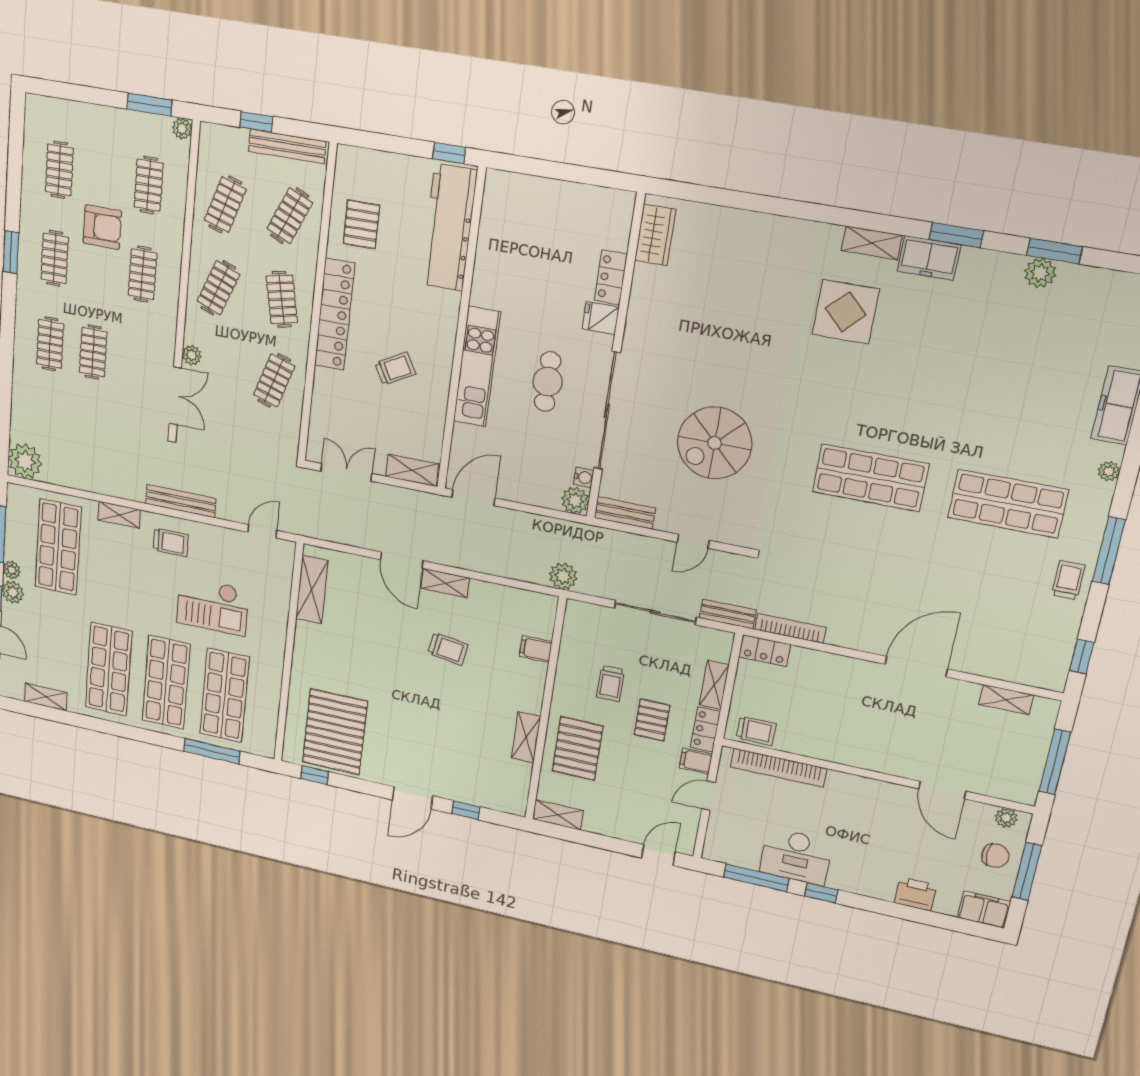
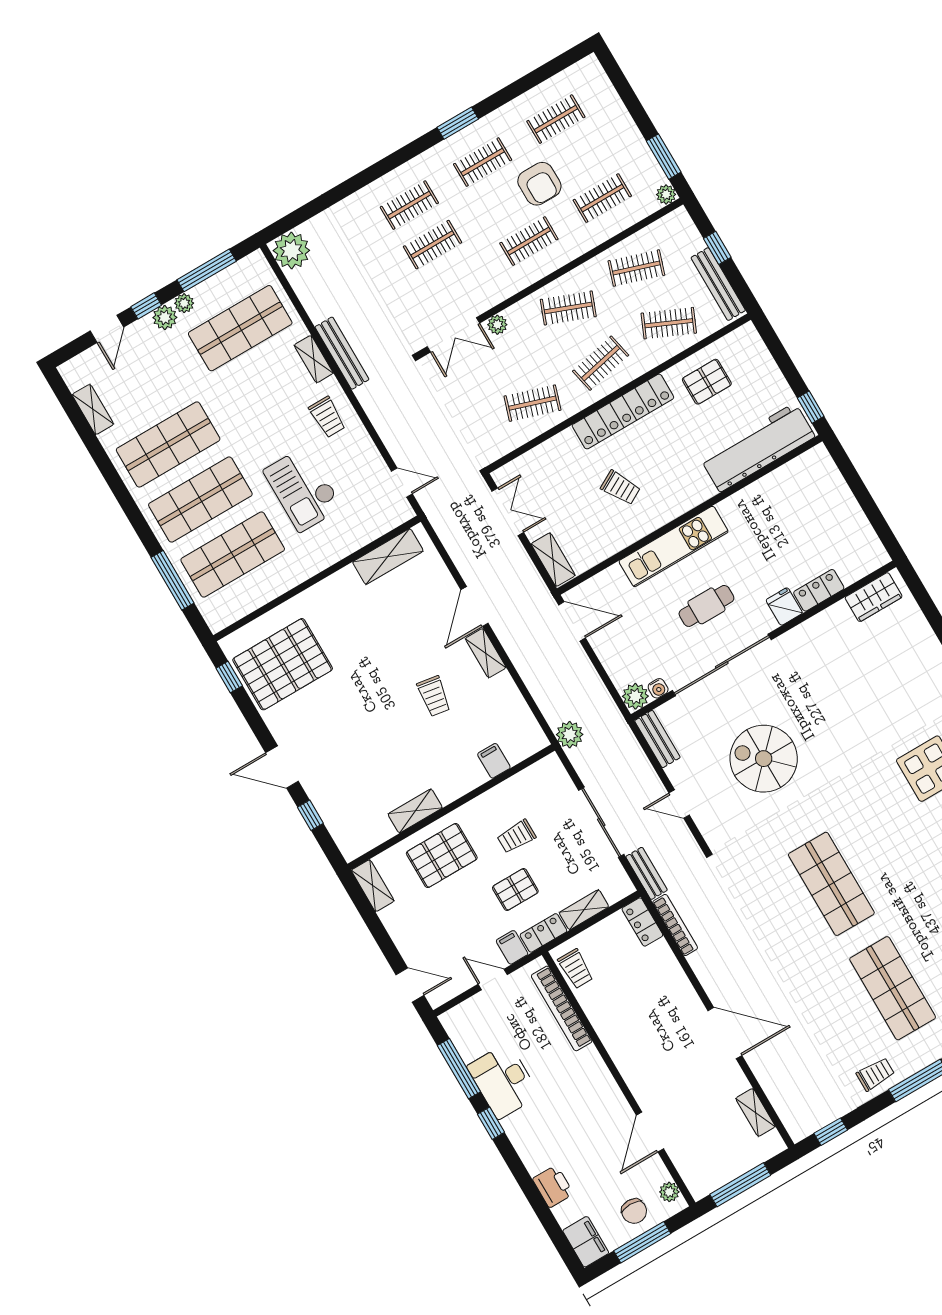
bench: (181, 501) -> (342, 353), moved

